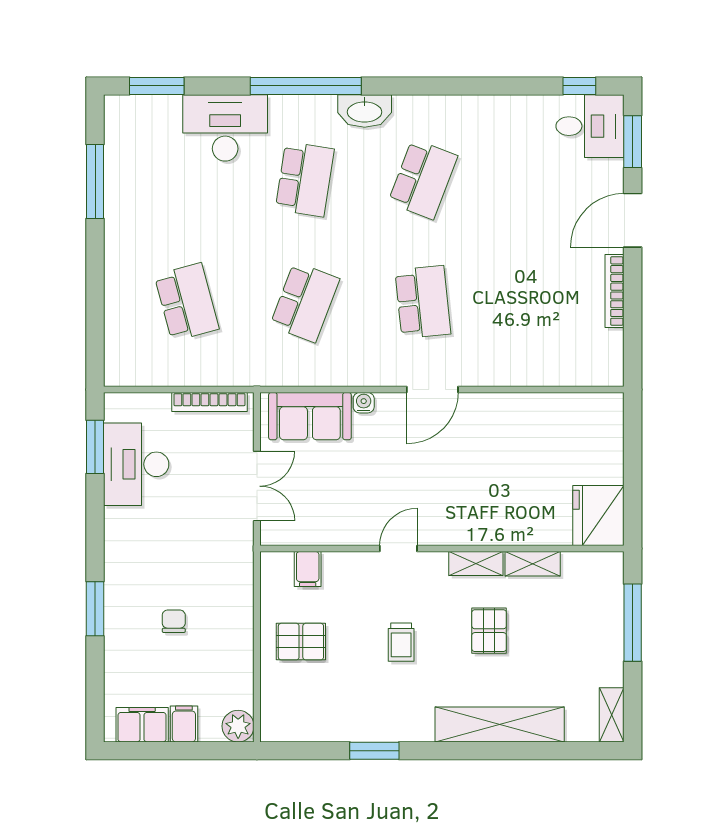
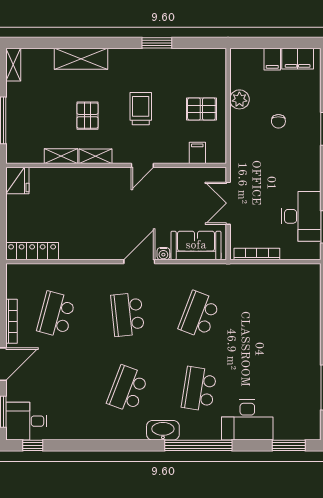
school desk: (187, 302) -> (56, 315), moved, turned 30
door: (432, 389) -> (139, 262), moved
locker: (581, 407) -> (32, 251), added
fridge: (598, 515) -> (17, 181), width x0.73, depth x0.75
trolley: (401, 642) -> (141, 109), width x1.36, depth x1.39
shelving: (500, 725) -> (81, 59), width x0.68
plant: (238, 726) -> (239, 99), moved

